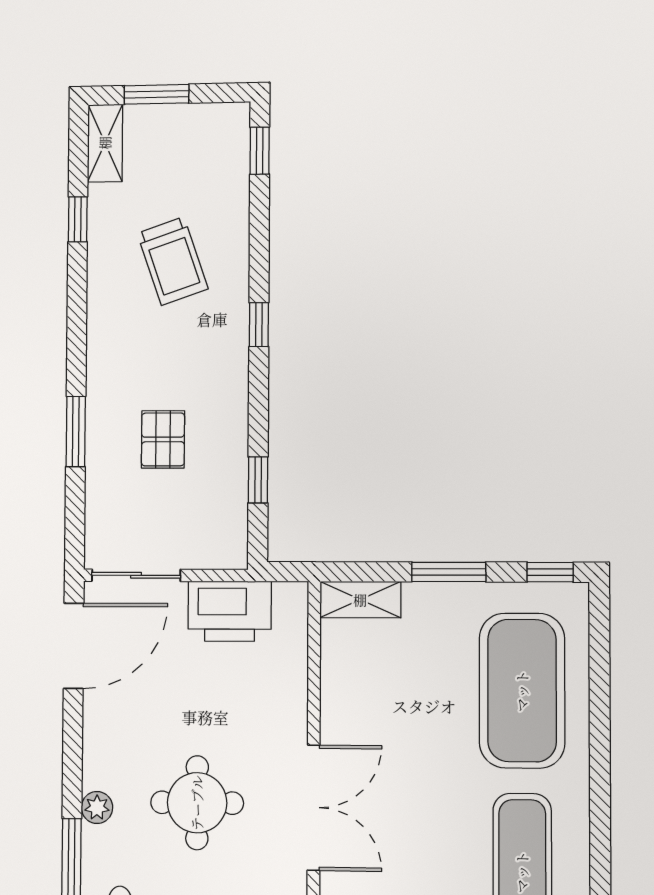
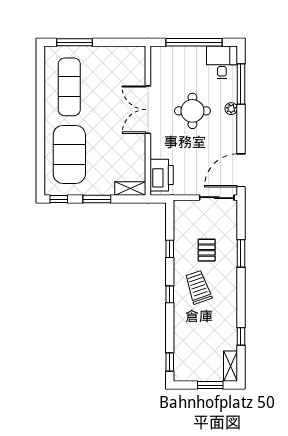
trolley: (173, 261) -> (198, 287), moved
window: (258, 480) -> (170, 249), moved
printer: (230, 611) -> (162, 175), moved, turned 90

